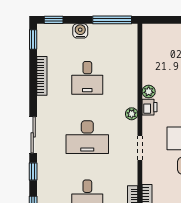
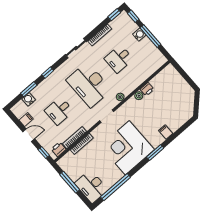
window: (112, 20) -> (150, 36), moved
printer: (150, 107) -> (147, 89), moved
sliding door: (33, 135) -> (76, 48), moved
desk: (87, 137) -> (89, 85), width x1.36, depth x1.30

